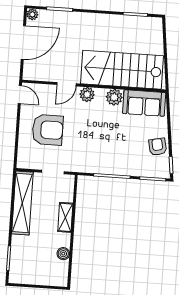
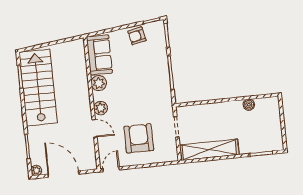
stairs: (122, 70) -> (38, 88), moved, turned 180
shelving: (65, 217) -> (216, 109), removed

